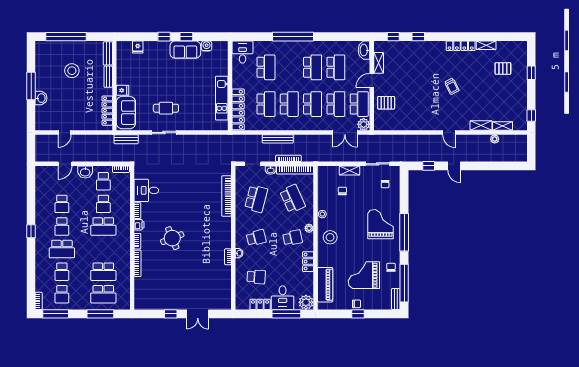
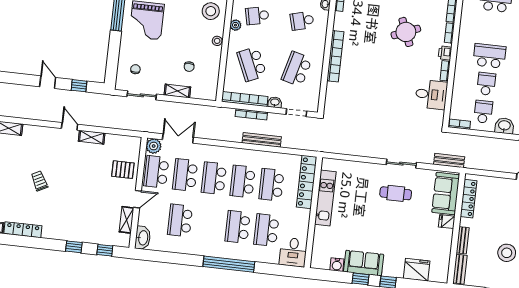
fridge: (138, 47) -> (417, 270), width x1.88, depth x1.34
school desk: (313, 67) -> (238, 227), moved
shelving: (414, 126) -> (92, 137), added
door: (449, 133) -> (70, 126), moved
bookcase: (226, 196) -> (335, 56), moved

